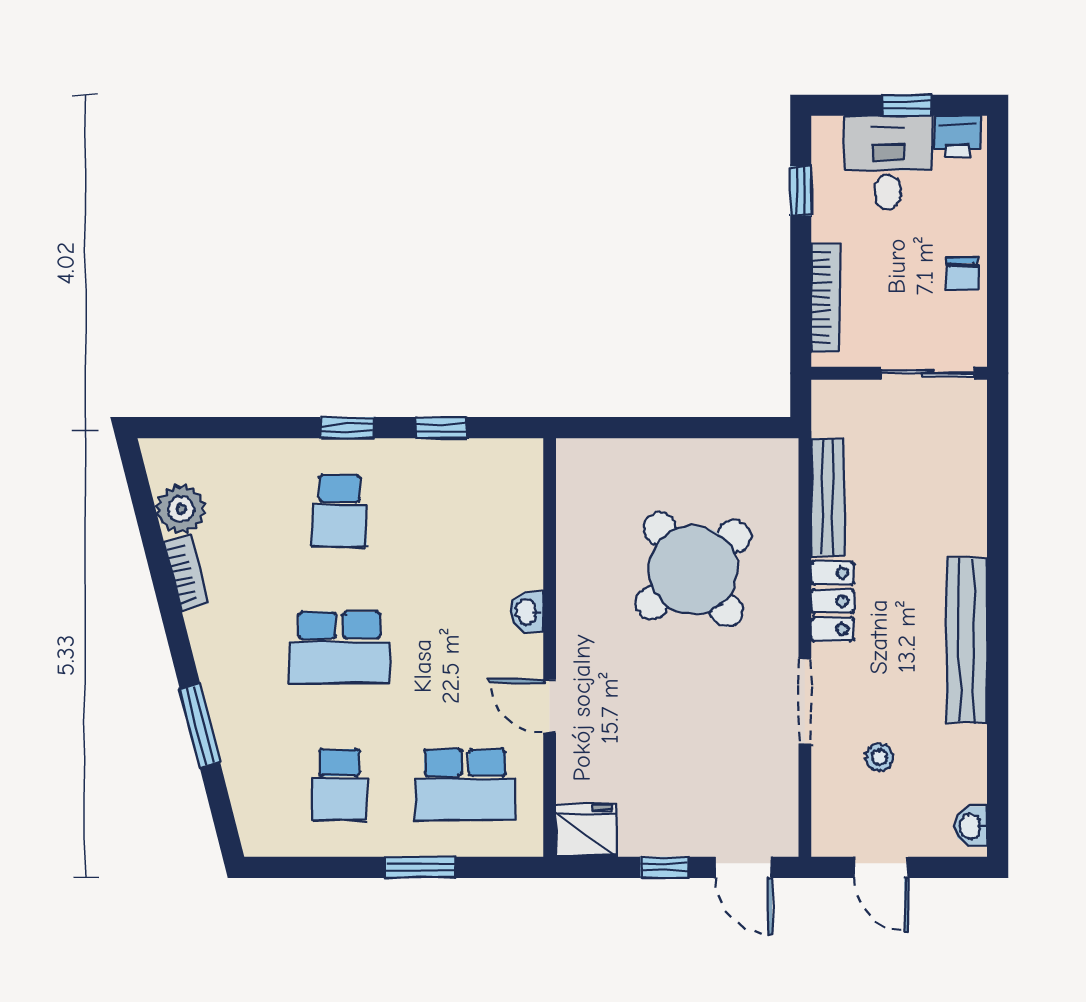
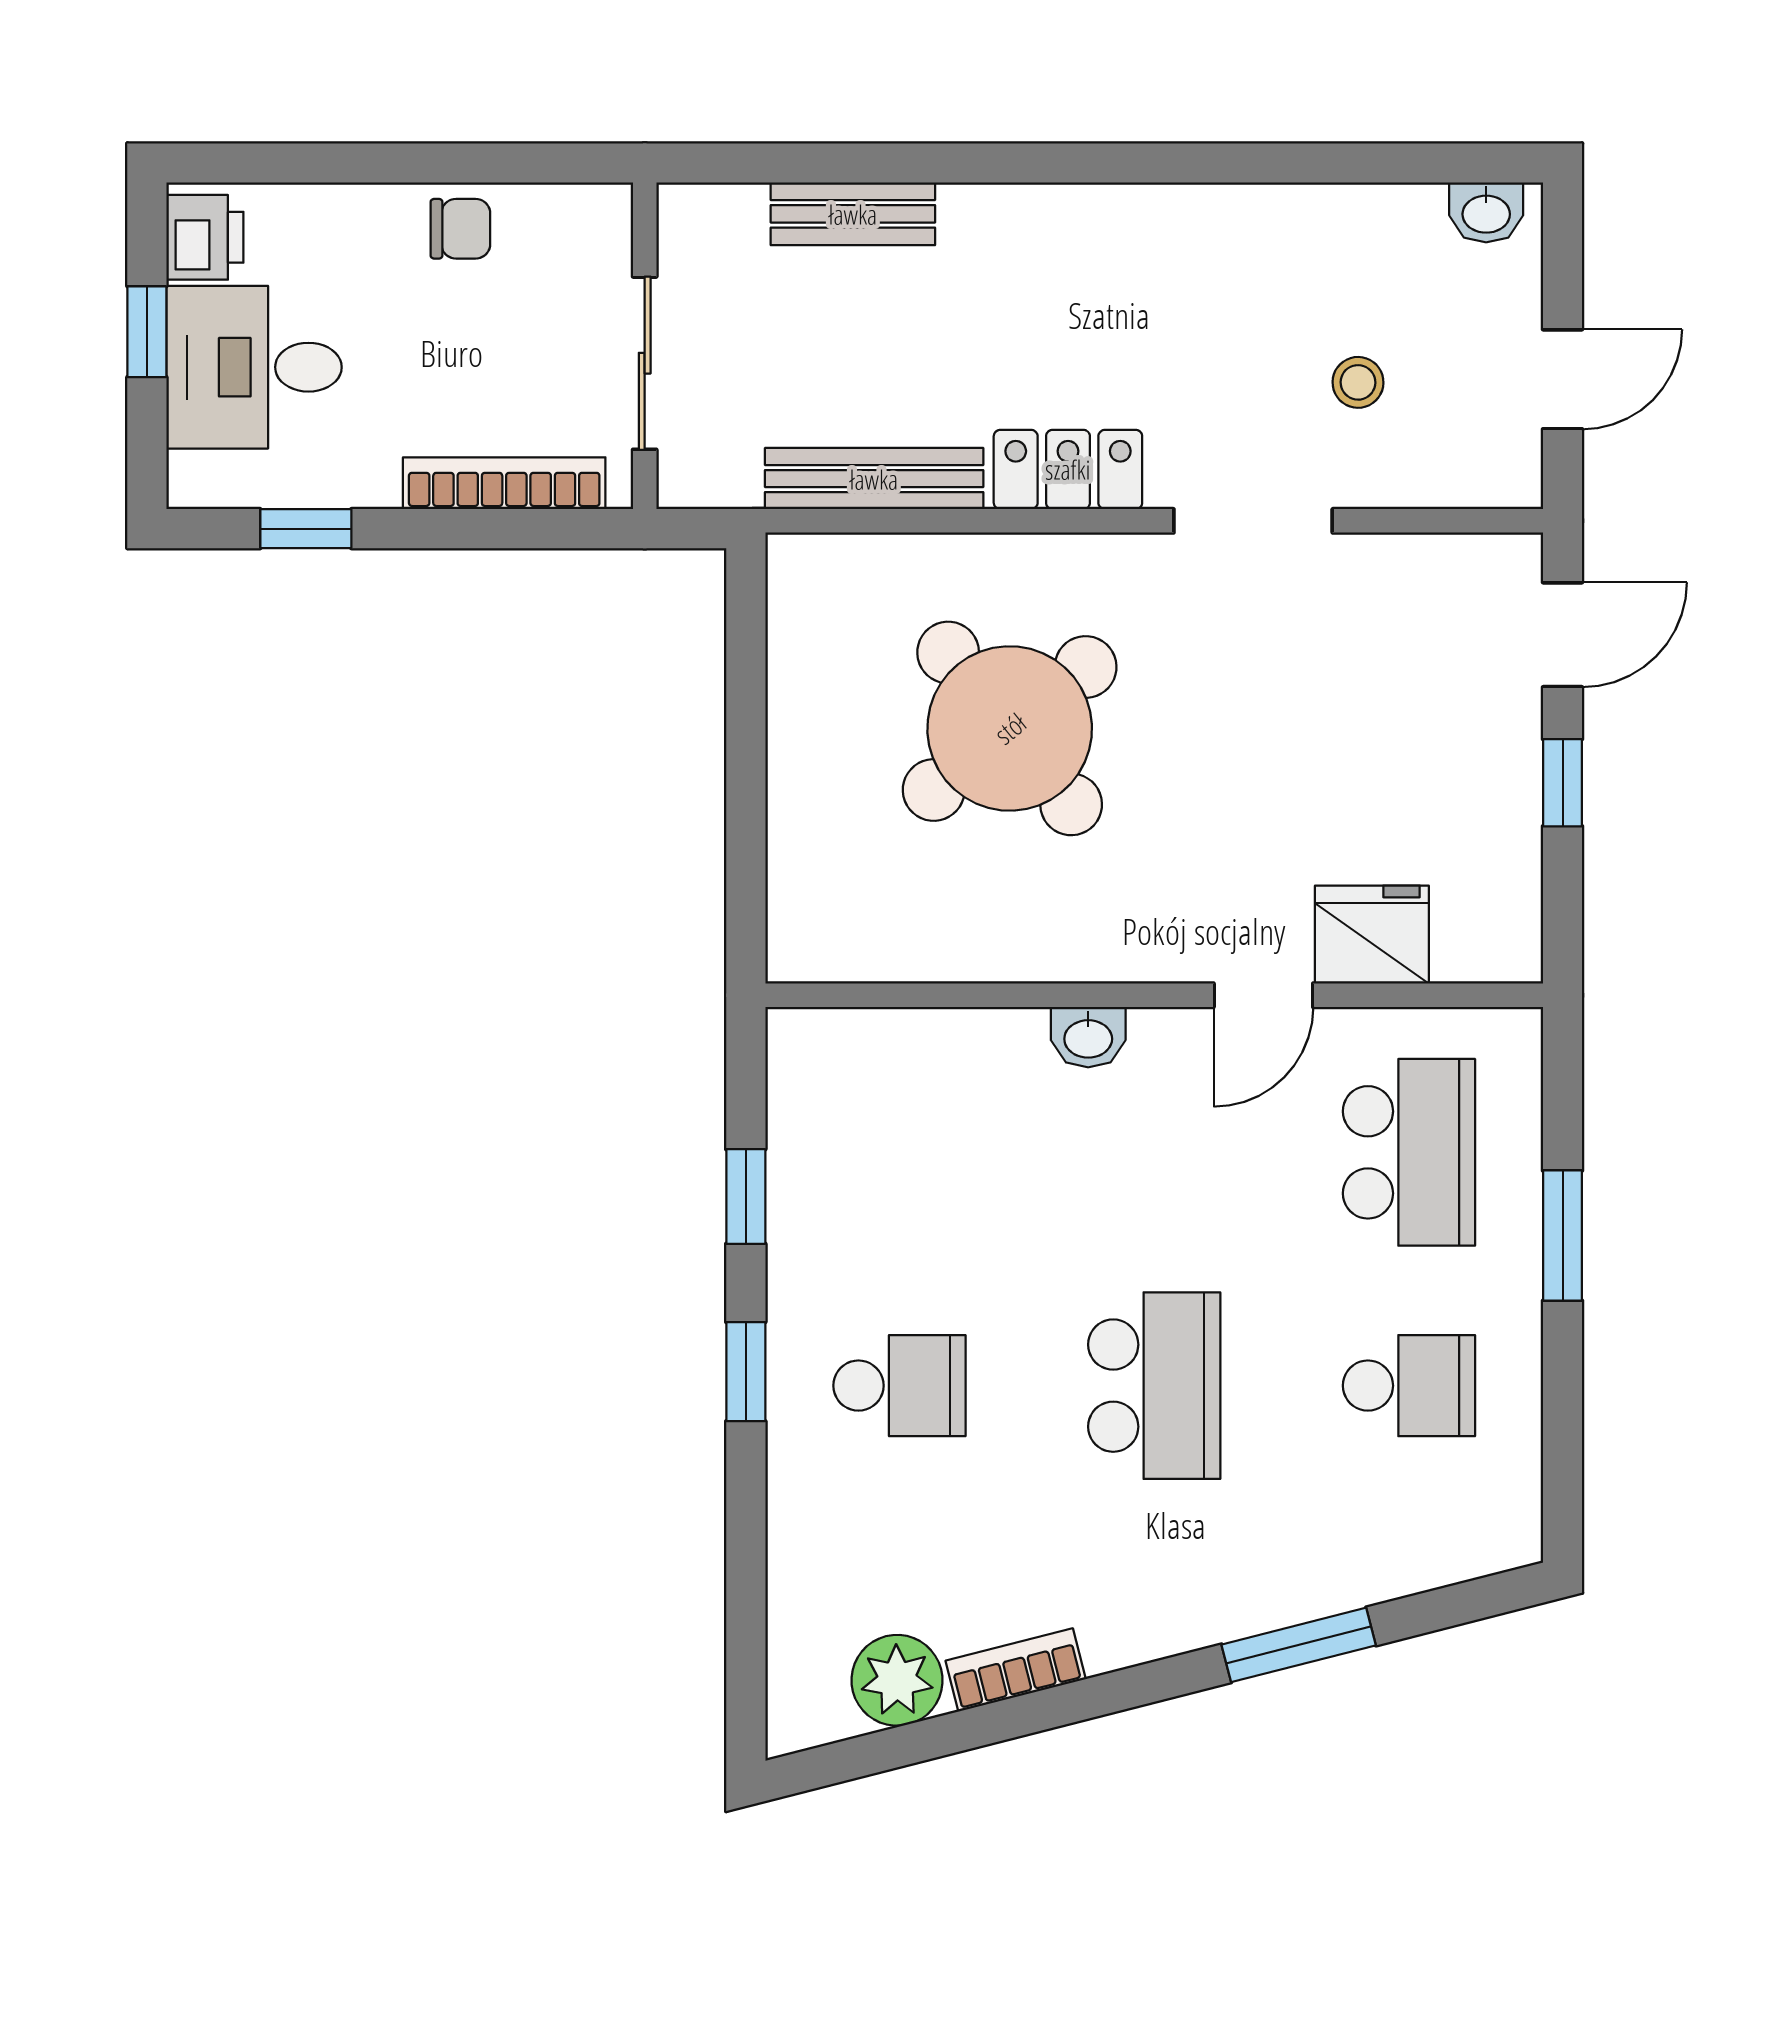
sliding door: (928, 373) -> (645, 363), moved
bench: (967, 640) -> (853, 214), moved, width x0.54, depth x0.82
fridge: (586, 830) -> (1372, 935), moved, turned 90

